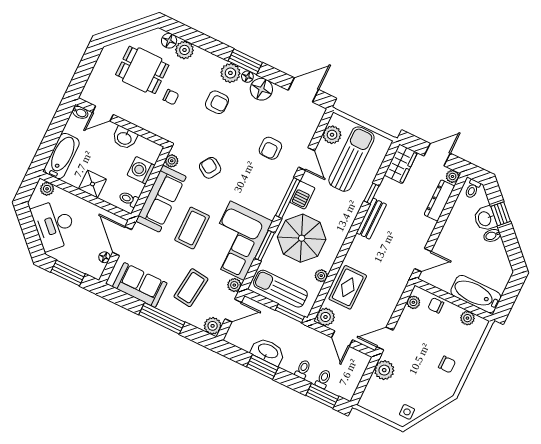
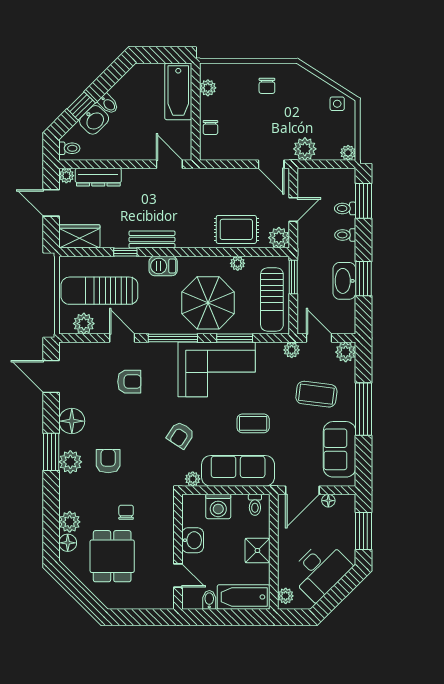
floor lamp: (247, 77) -> (66, 442), removed
bidet: (80, 112) -> (209, 600), moved
door: (307, 159) -> (122, 338), hinge flipped
barbecue: (302, 195) -> (163, 266), moved, turned 180
coffee table: (192, 228) -> (253, 423), width x0.73, depth x0.77
corner sofa: (237, 241) -> (217, 369), moved
plant: (413, 302) -> (348, 153), moved
chair: (447, 364) -> (267, 86), turned 180

